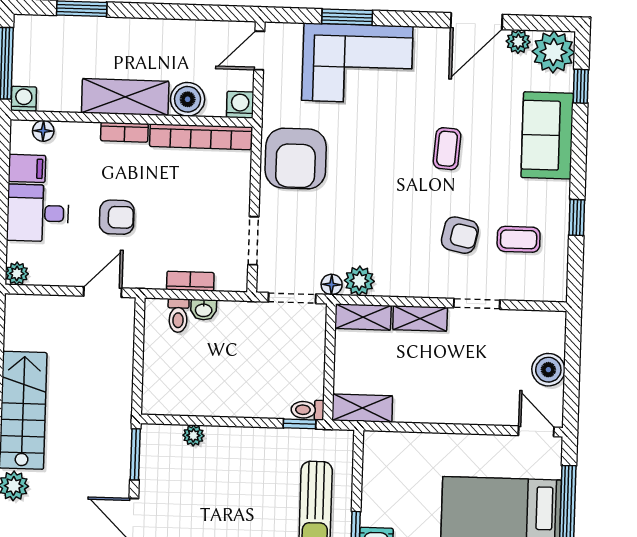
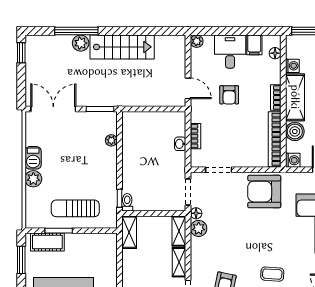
washing machine: (24, 99) -> (292, 66), moved
toilet: (178, 316) -> (177, 130), removed

